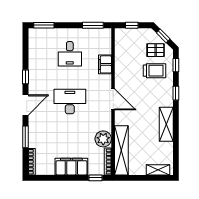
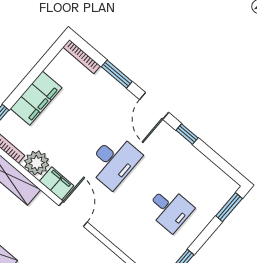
desk: (70, 54) -> (170, 209), turned 180
filing cabinet: (105, 64) -> (57, 184), moved
door: (113, 99) -> (73, 214), swing flipped

